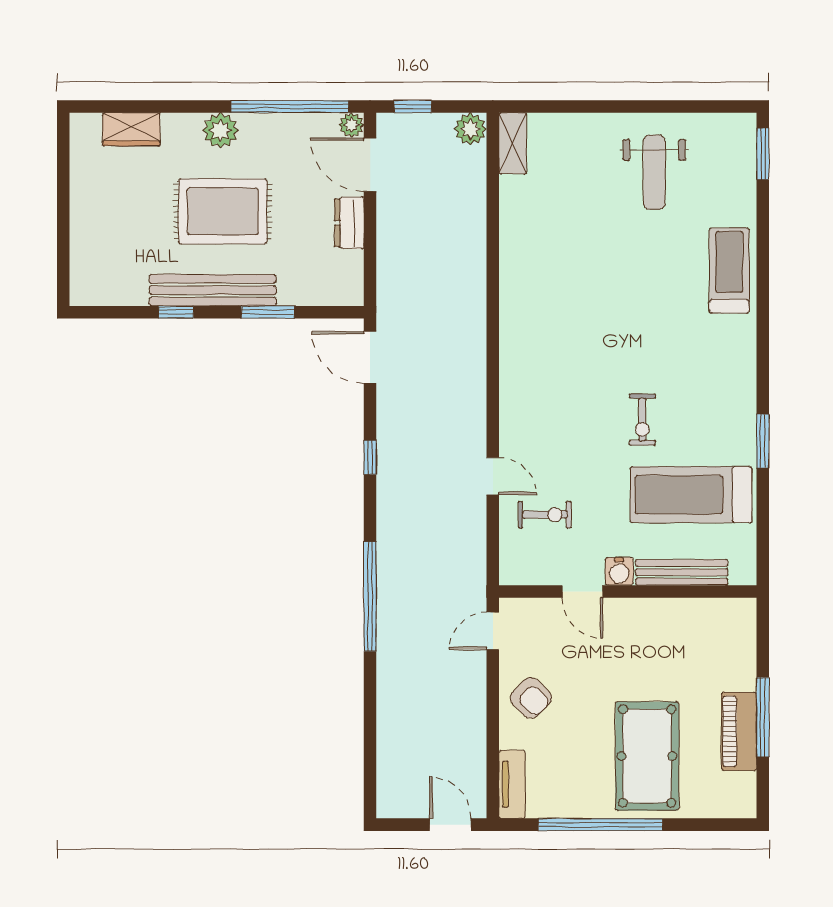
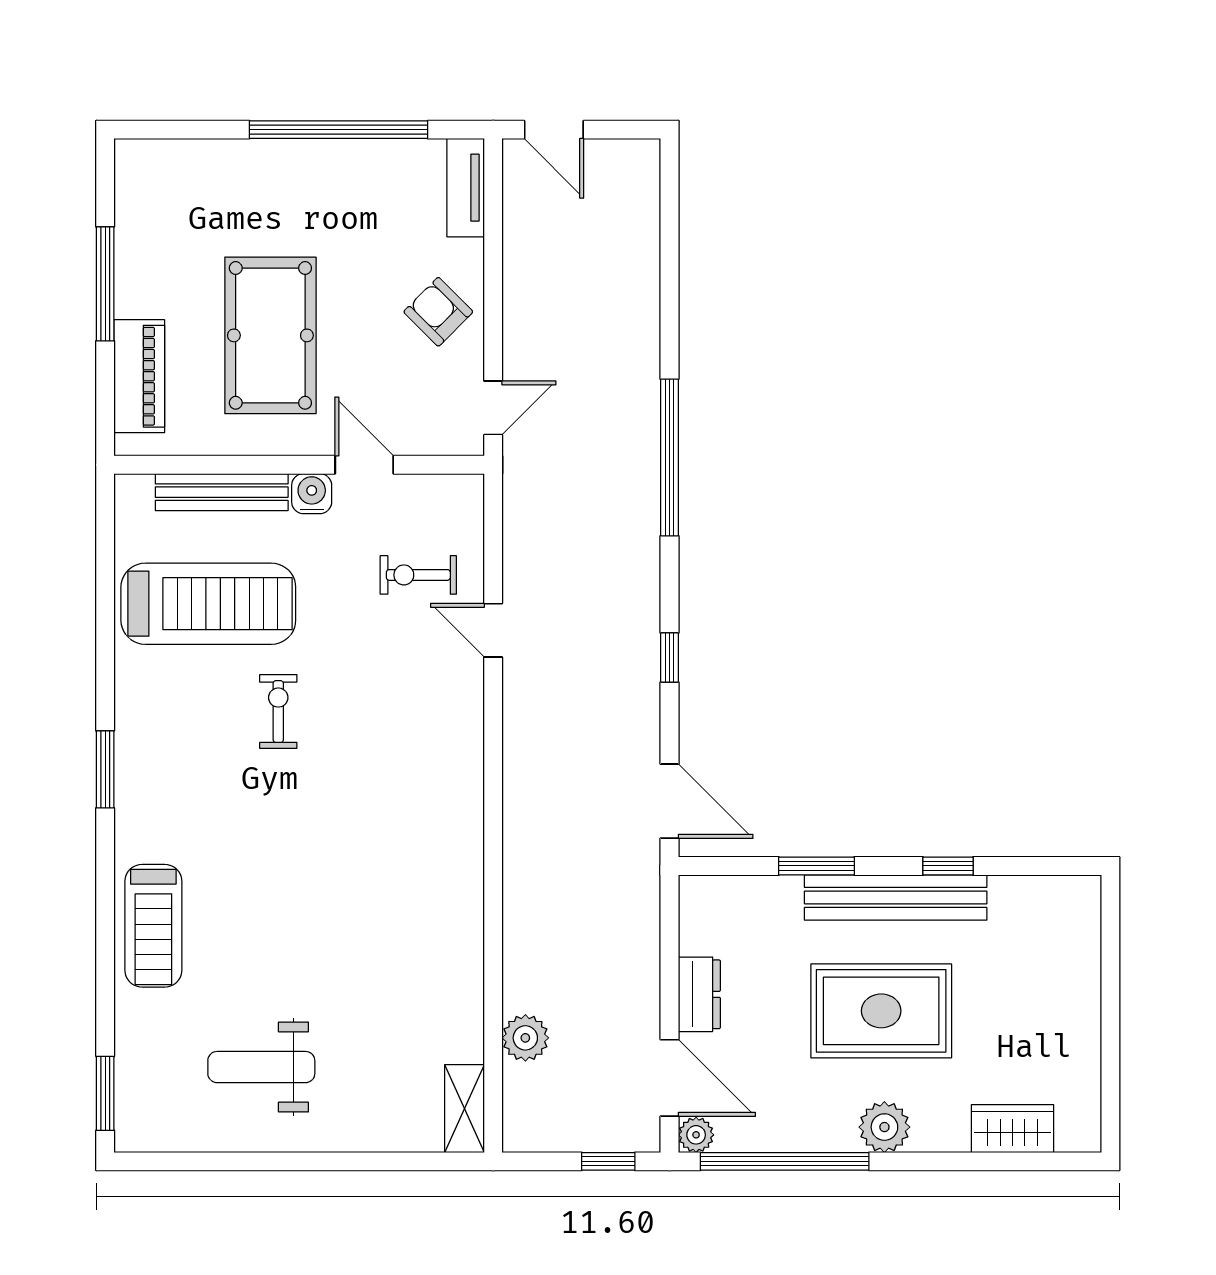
plant: (470, 129) -> (525, 1038), moved
weight bench: (654, 172) -> (261, 1067), turned -90
window: (763, 441) -> (105, 769), moved
piano: (739, 731) -> (139, 376), moved
pool table: (647, 756) -> (270, 335), moved

